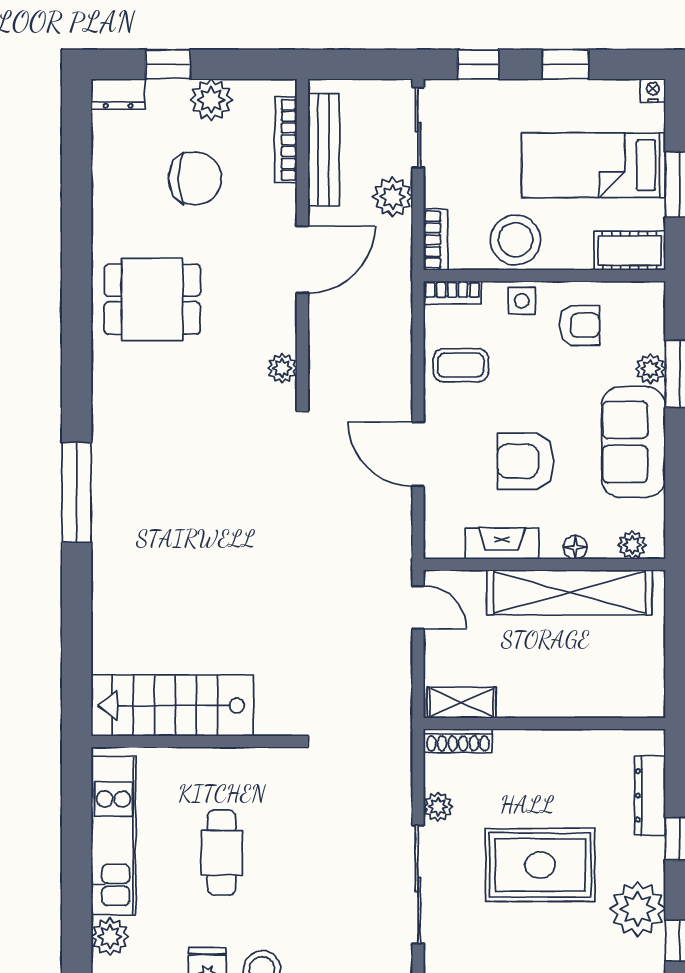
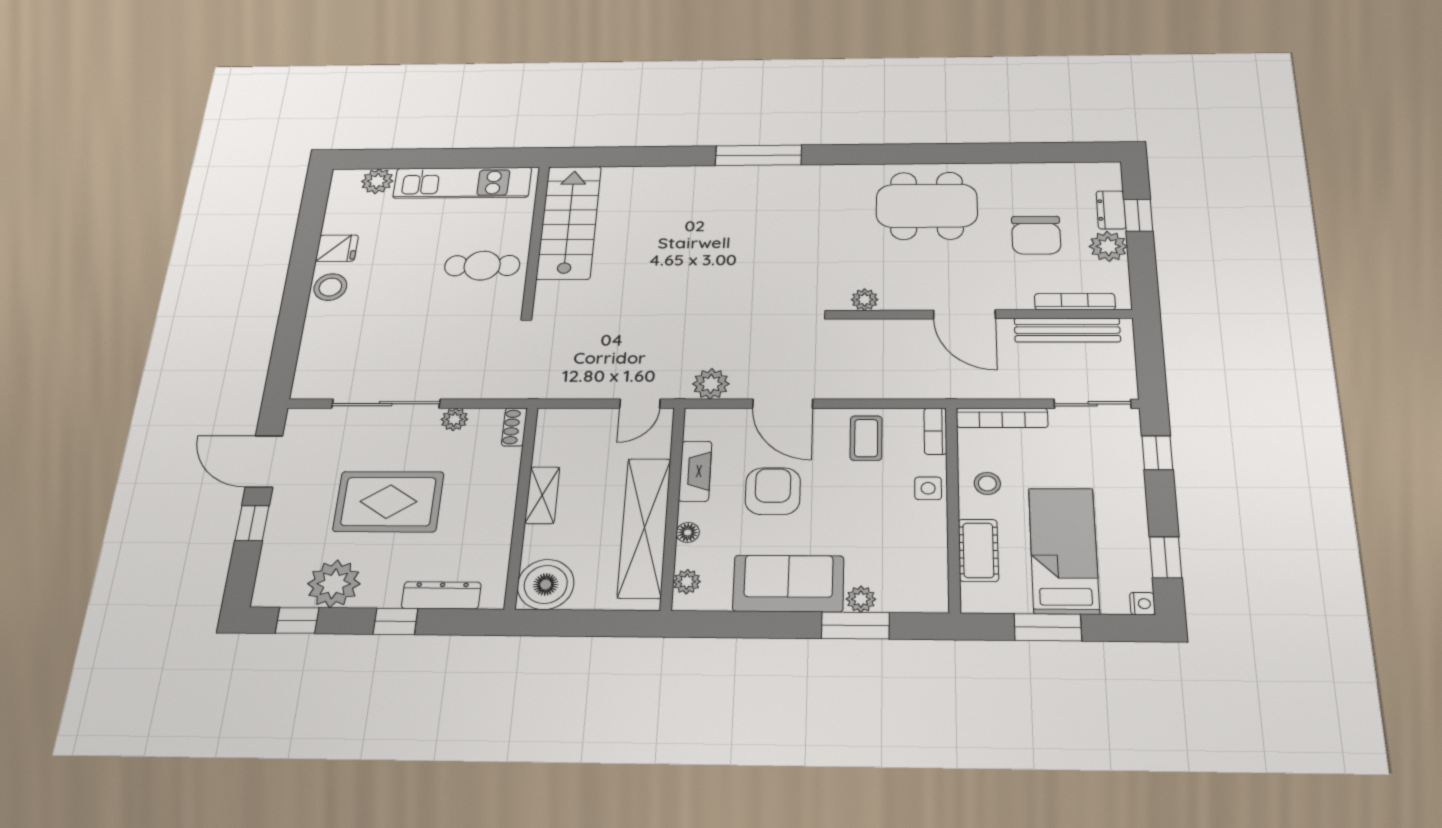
window: (565, 64) -> (1166, 557), moved
dresser: (118, 94) -> (1111, 210), moved
plant: (393, 197) -> (711, 384), moved
bookcase: (436, 240) -> (1002, 418), width x1.56
stool: (516, 240) -> (987, 483), width x0.53, depth x0.53
cot: (630, 251) -> (978, 550), moved
dining table: (152, 299) -> (927, 206), width x1.38
armchair: (579, 325) -> (904, 537), removed
door: (418, 454) -> (783, 404), swing flipped
boiler: (637, 689) -> (546, 584), added
shelving: (462, 703) -> (542, 495), moved
shoe rack: (458, 741) -> (514, 427), width x0.70
cafe table: (222, 853) -> (482, 266), moved
rug: (540, 865) -> (388, 502), turned 90

